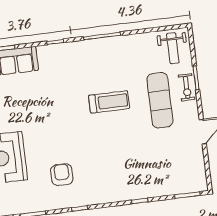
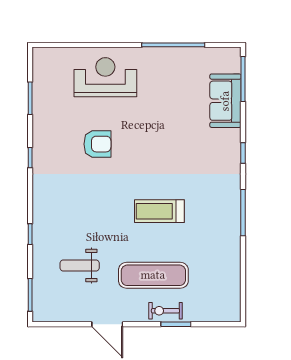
weight bench: (173, 48) -> (80, 266), moved
treadmill: (109, 102) -> (159, 211), turned 90
armchair: (62, 175) -> (97, 144), moved

